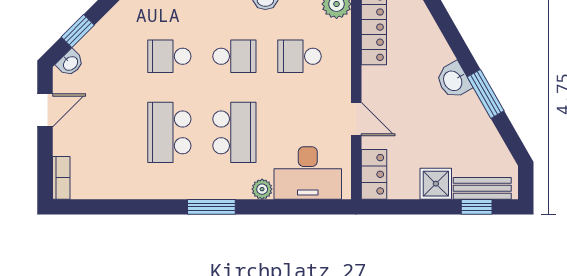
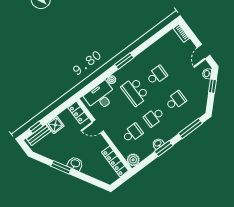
school desk: (169, 132) -> (157, 75), width x0.54

